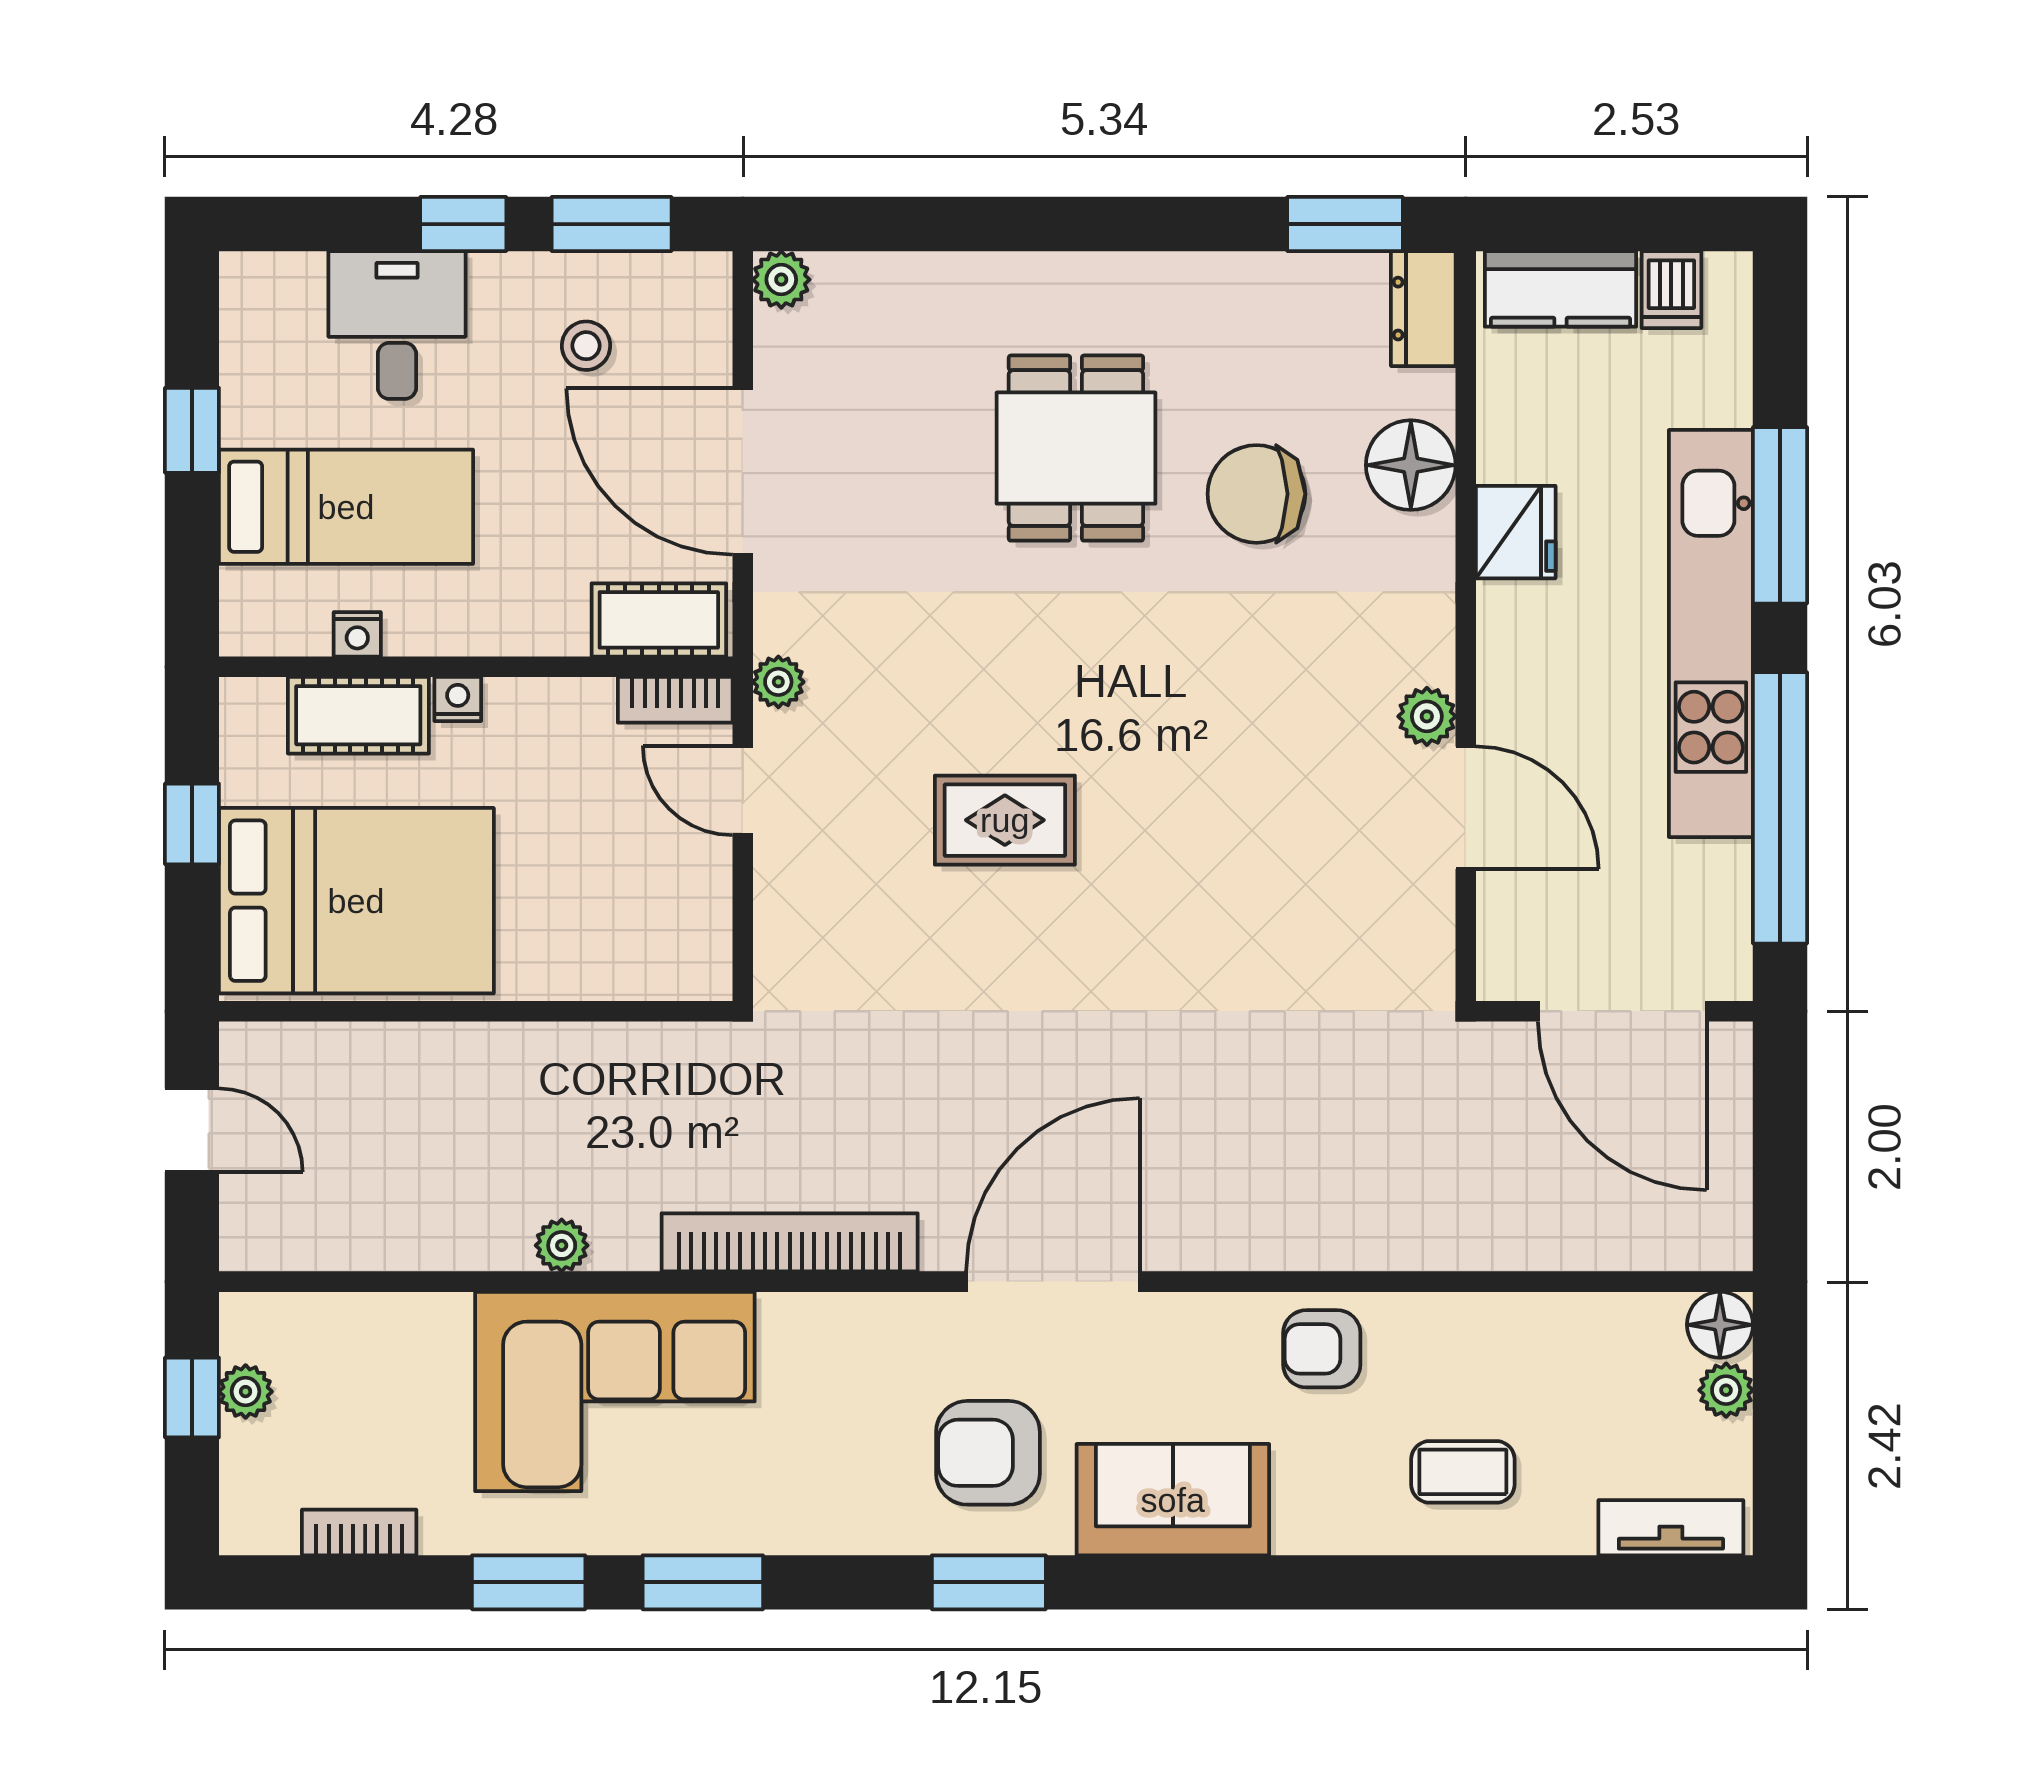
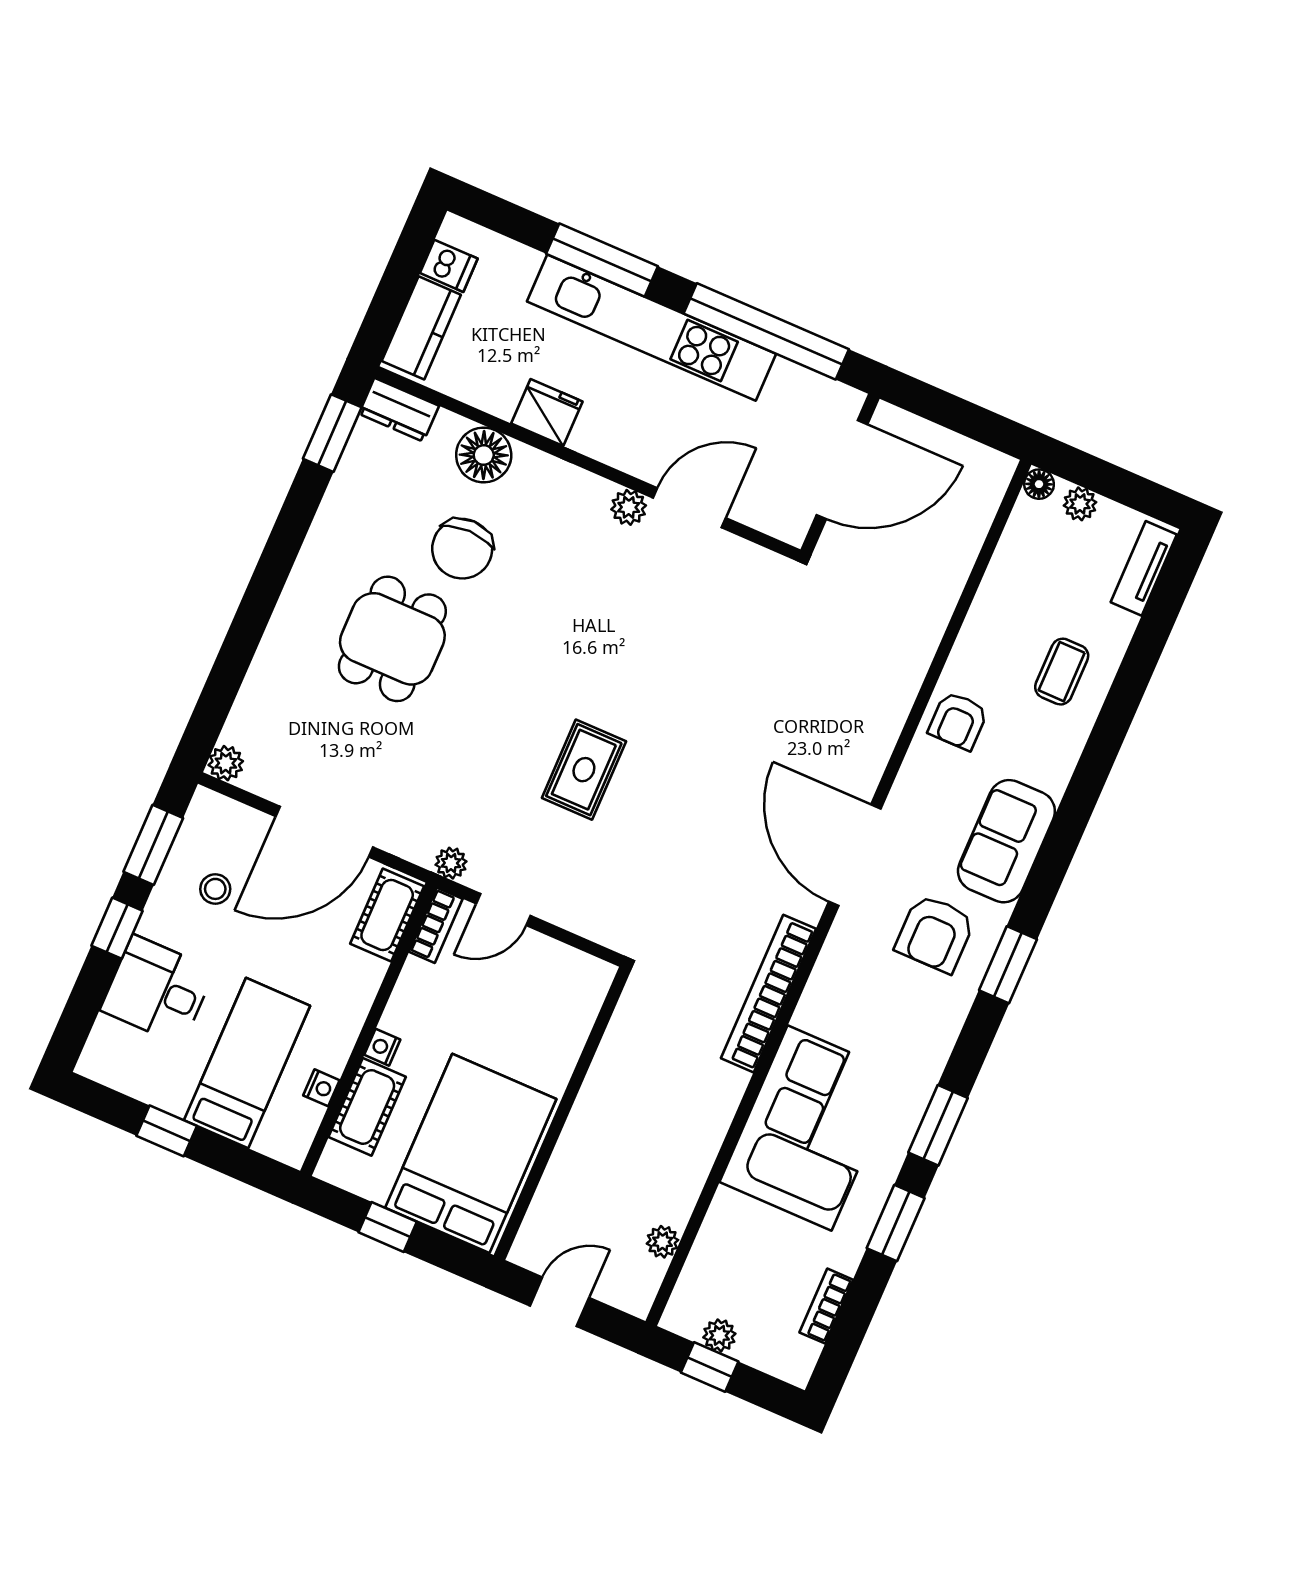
dining table: (1076, 448) -> (392, 639), turned 90
plant: (562, 1245) -> (663, 1242), moved
floor lamp: (1720, 1325) -> (1039, 484), width x0.73, depth x0.73

